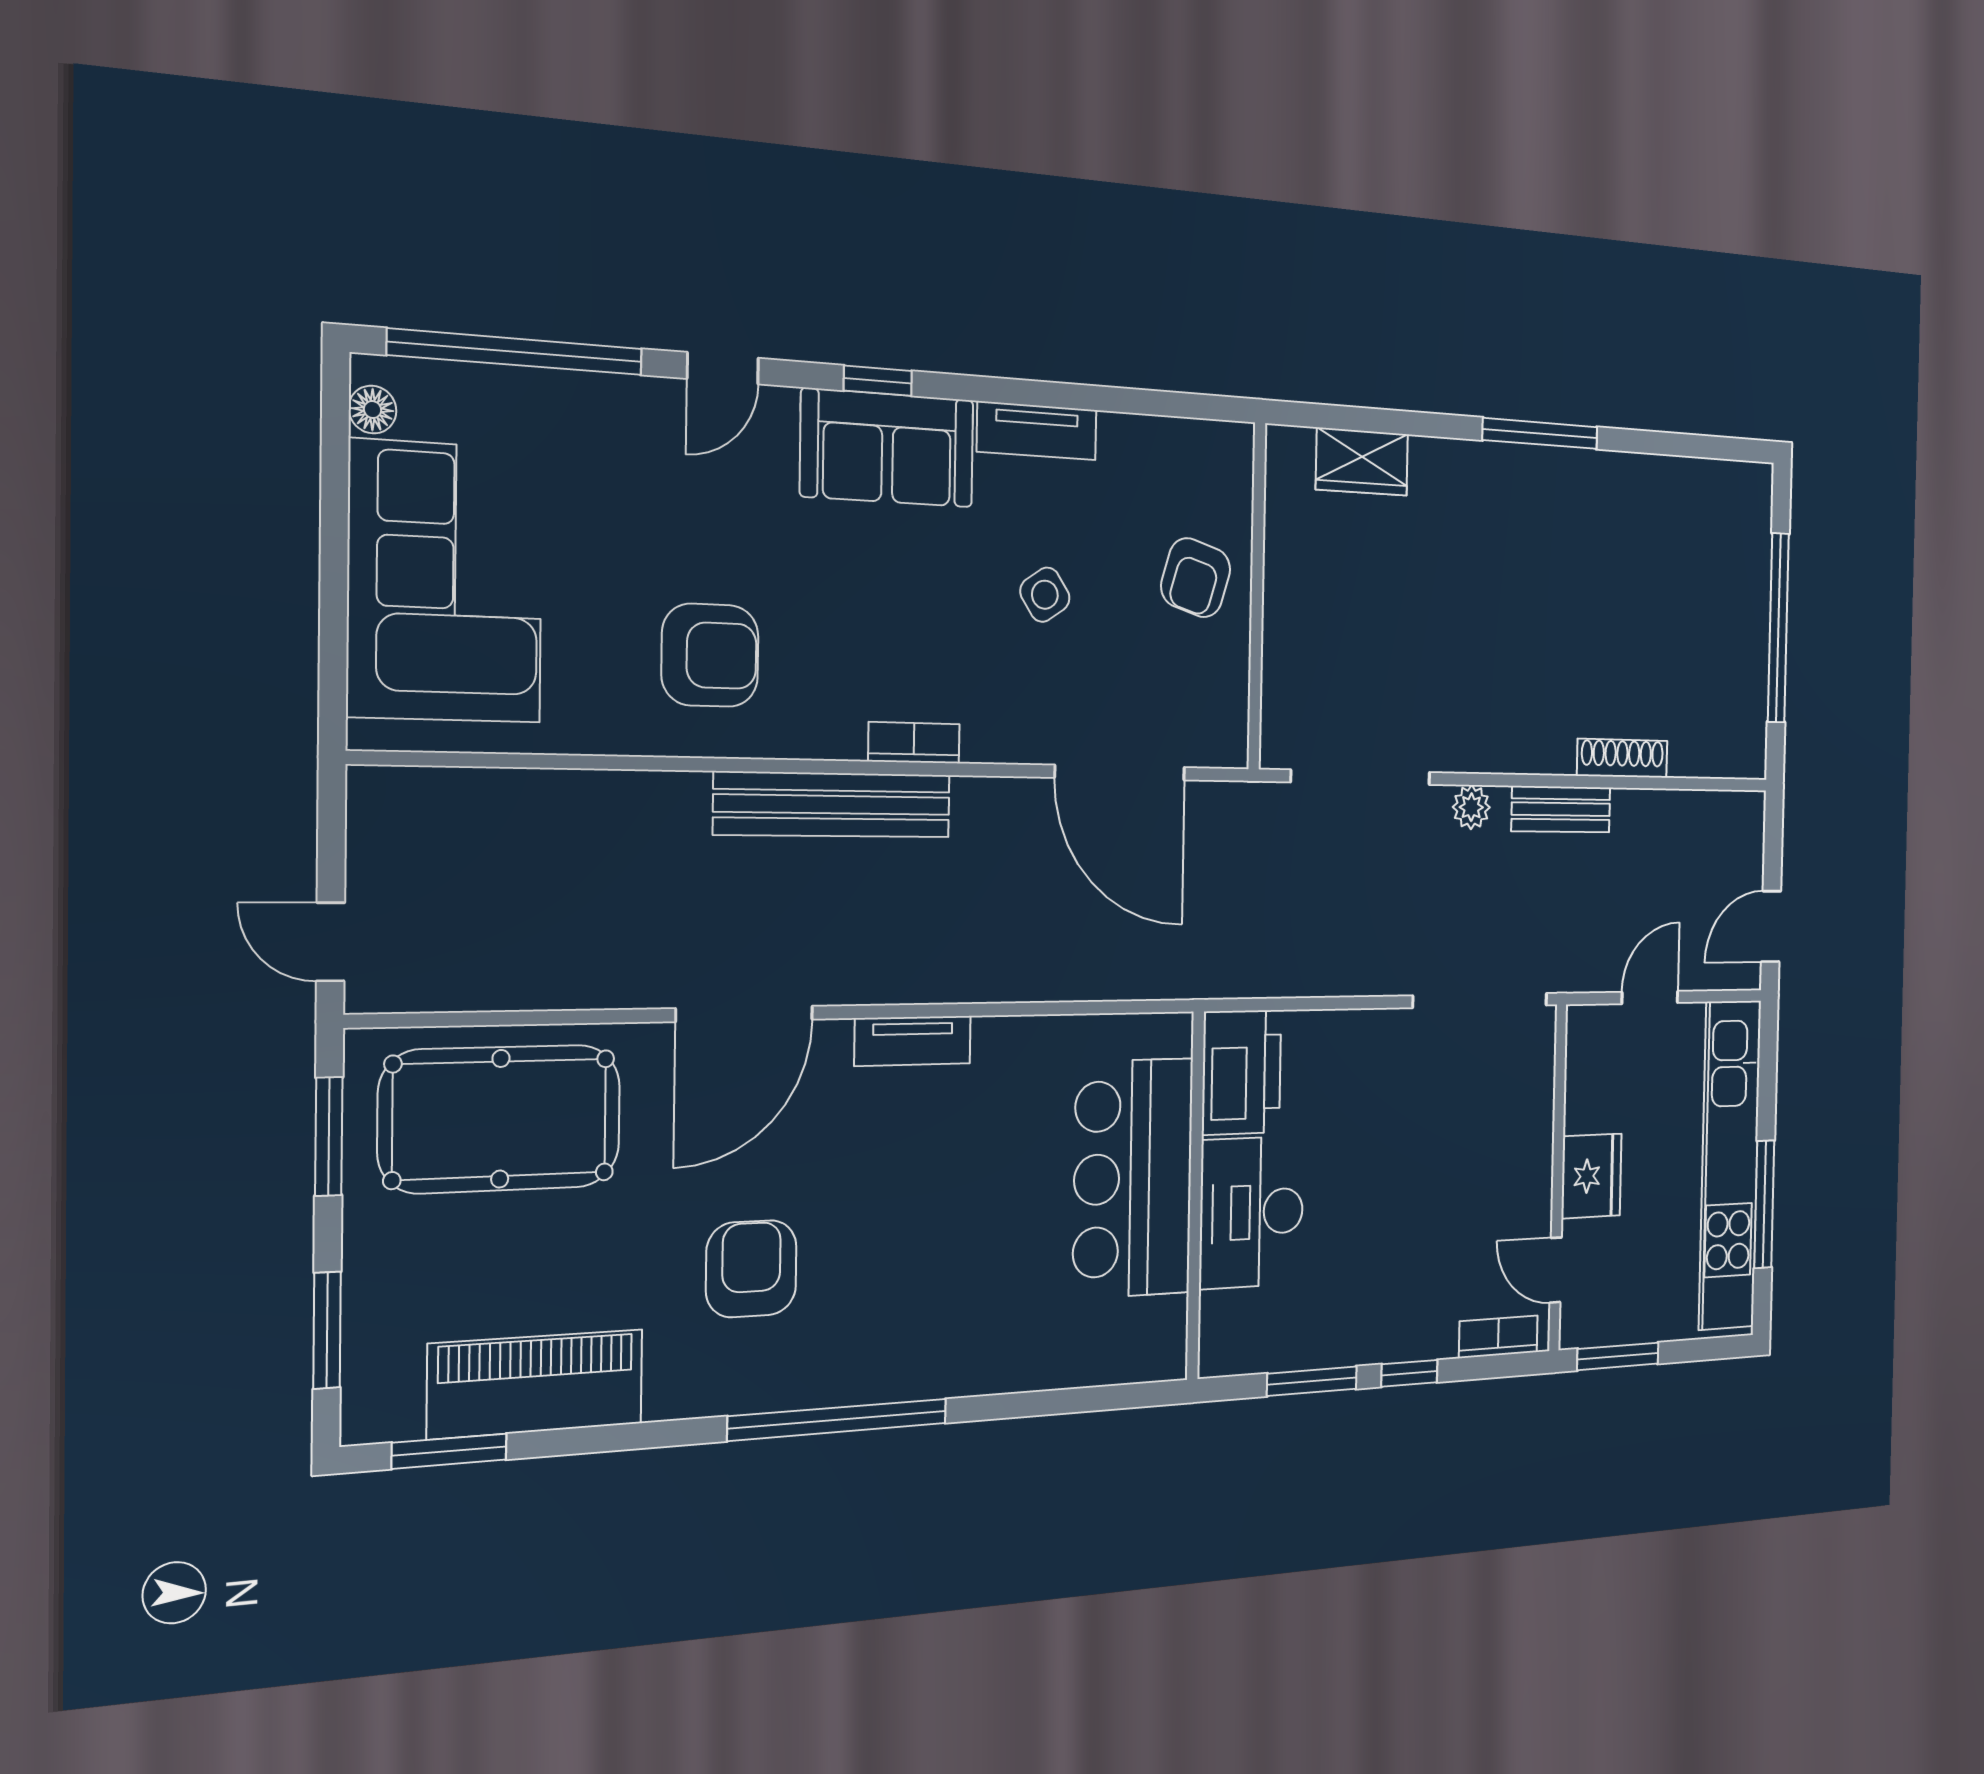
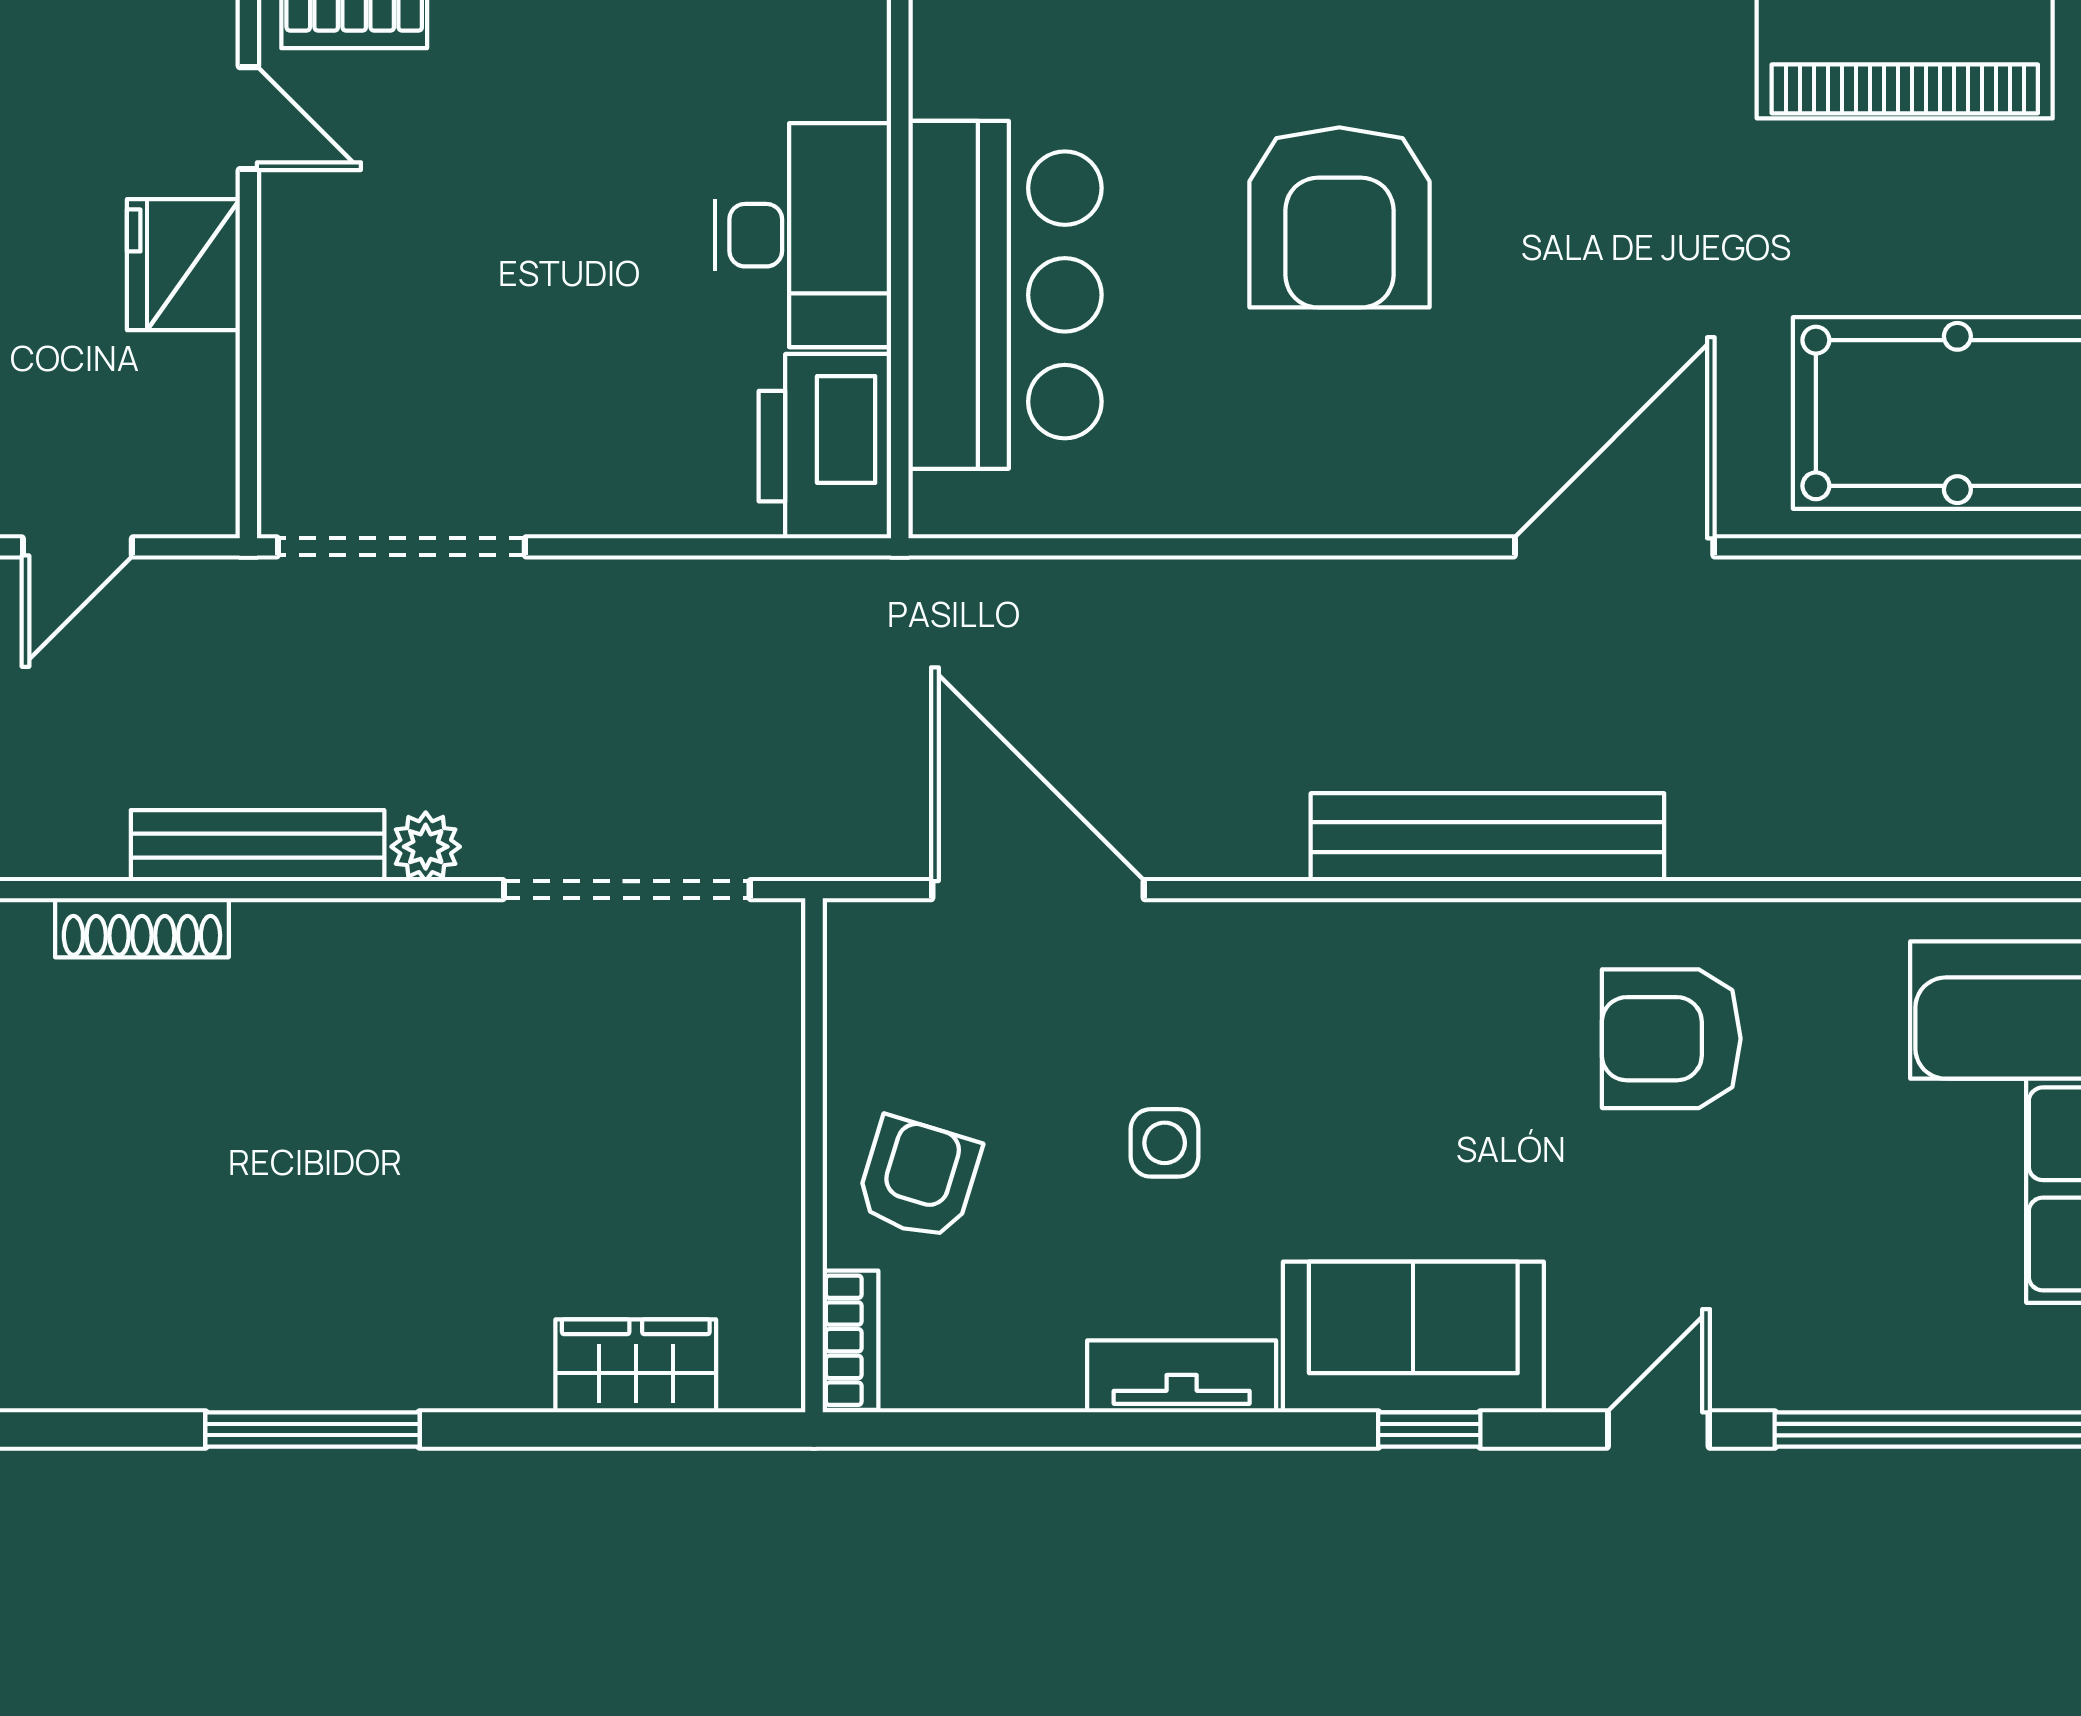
side table: (1045, 595) -> (1165, 1143), turned 34
bookcase: (914, 743) -> (850, 1340), moved, turned -90
bench: (1561, 809) -> (258, 846), width x1.36
tv unit: (913, 1041) -> (1361, 504), removed
armchair: (751, 1269) -> (1339, 217), moved, width x1.36, depth x1.36

